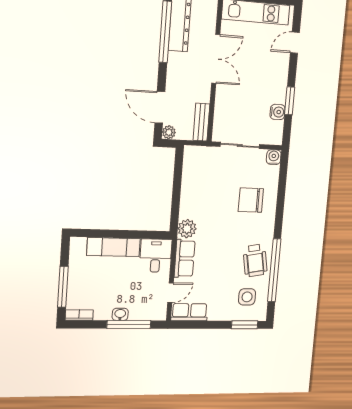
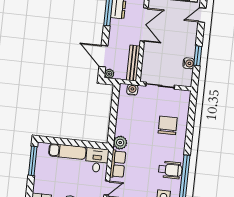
bench: (201, 122) -> (133, 63), width x1.36
water cooler: (274, 157) -> (132, 90), moved
chair: (251, 200) -> (168, 125), turned 90
wheelchair: (255, 260) -> (170, 170), turned -80
window: (63, 287) -> (33, 161), moved

